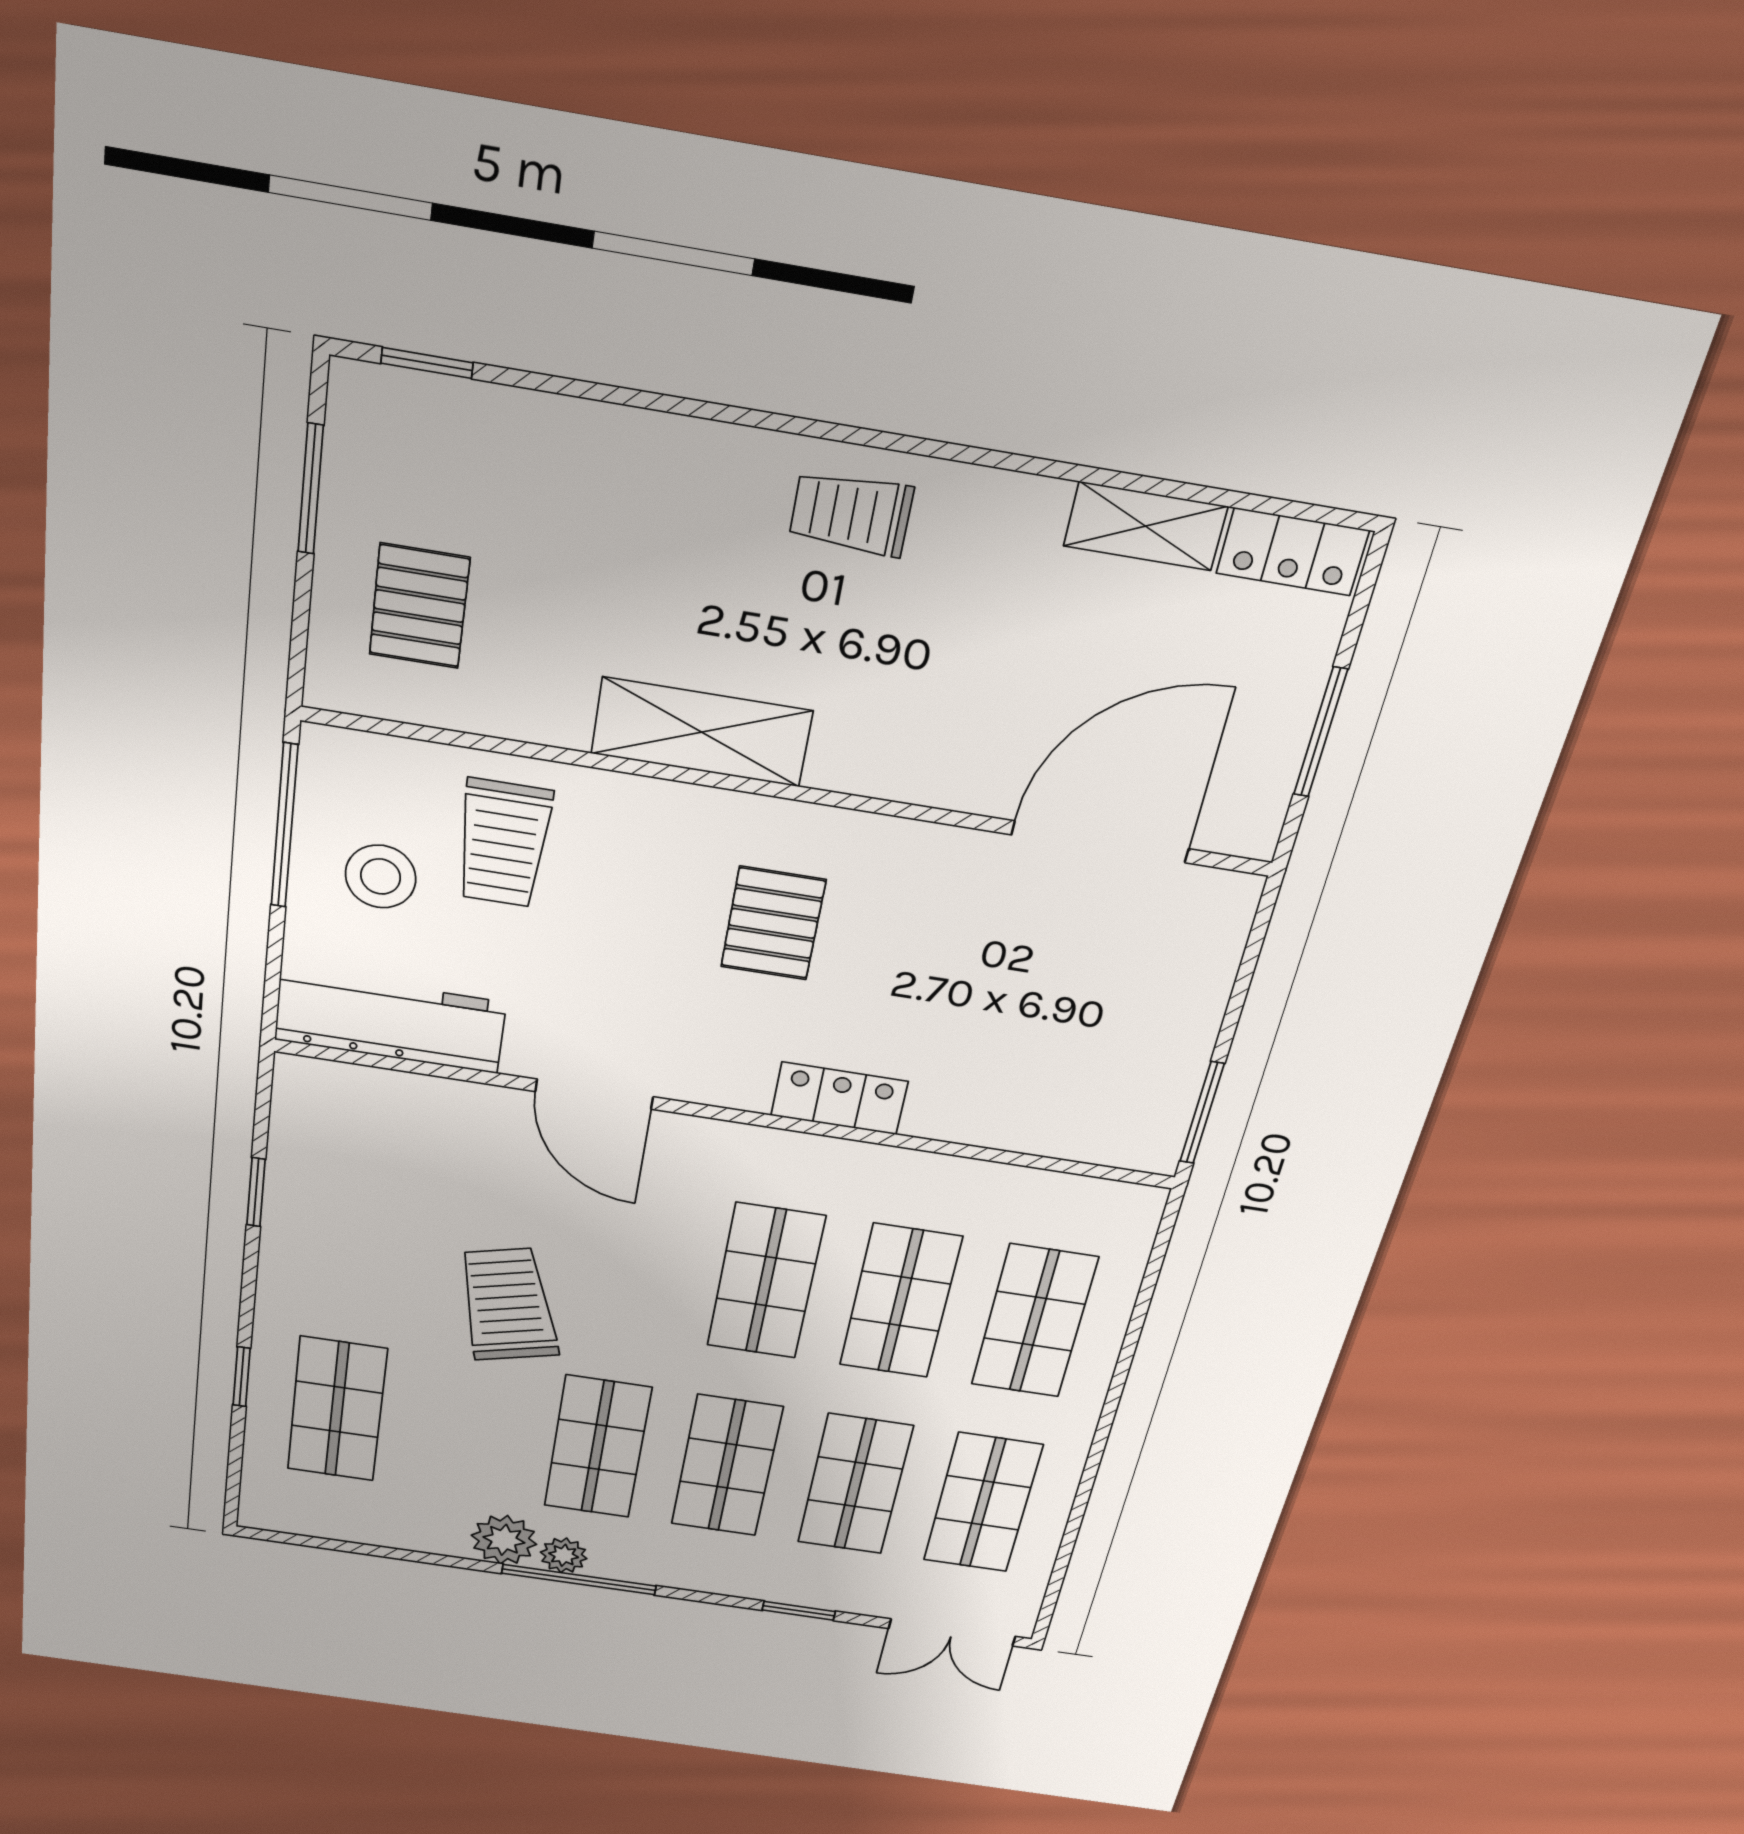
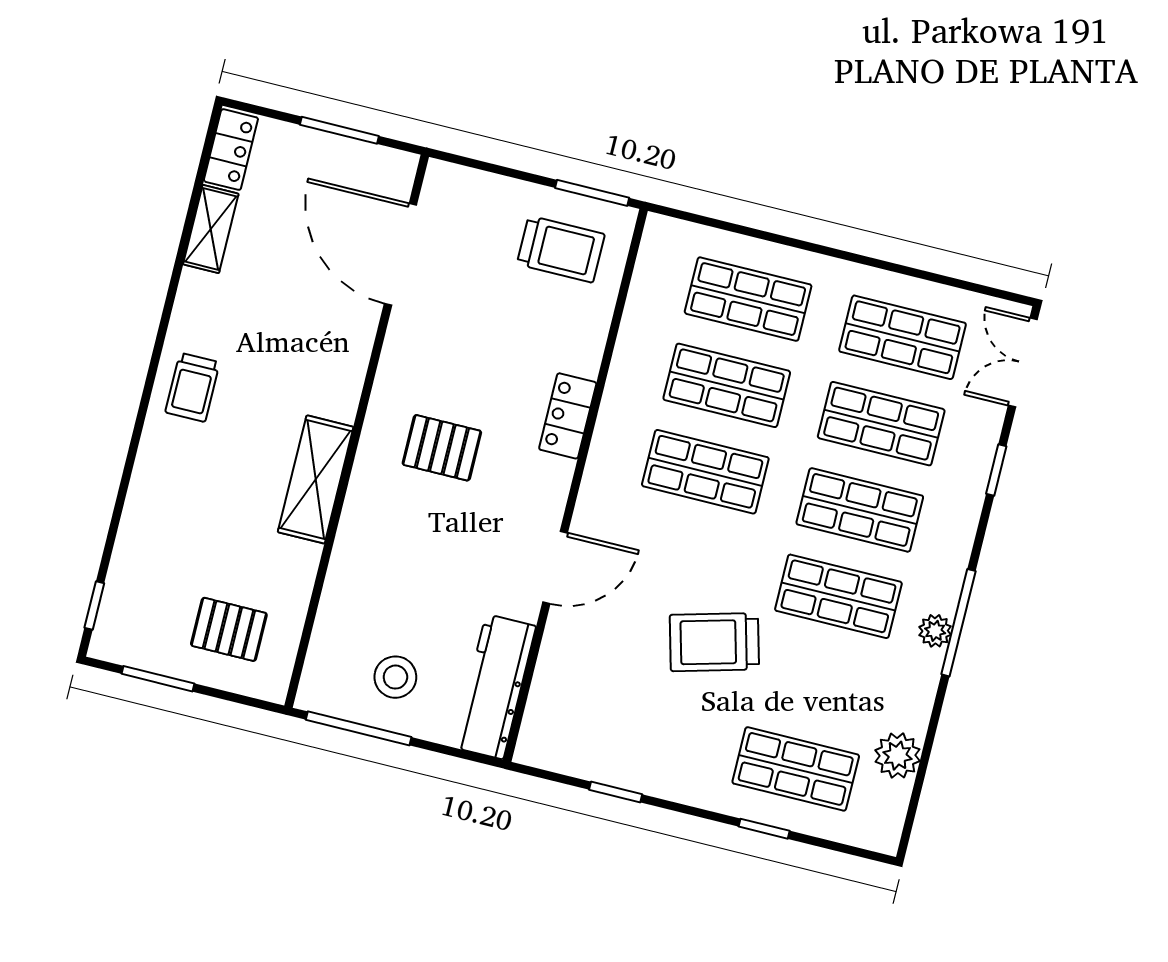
trolley: (503, 843) -> (561, 249), moved
plant: (504, 1540) -> (898, 756), moved
double door: (952, 1632) -> (1023, 363), swing flipped

